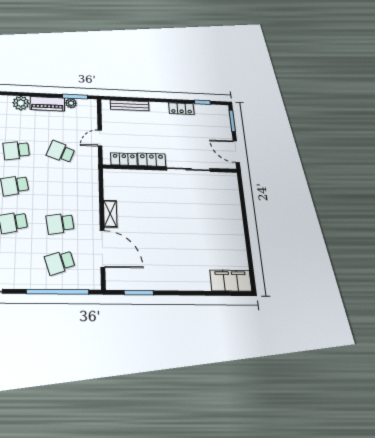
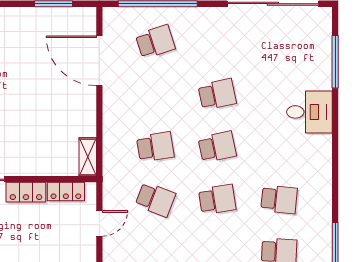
shelving: (110, 214) -> (88, 157), moved
school desk: (60, 223) -> (155, 147), moved

